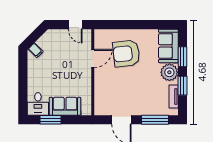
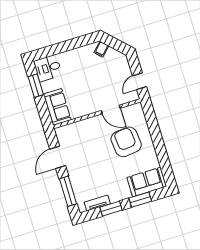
plant: (169, 72) -> (120, 191), removed
sofa: (65, 106) -> (57, 107), moved

